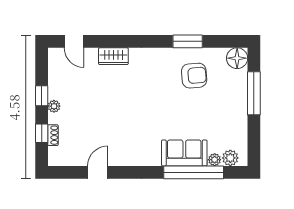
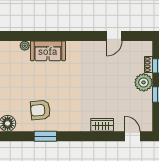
plant: (54, 106) -> (144, 82), width x1.87, depth x1.87
plant: (230, 158) -> (13, 47), removed
window: (194, 172) -> (41, 36), removed

